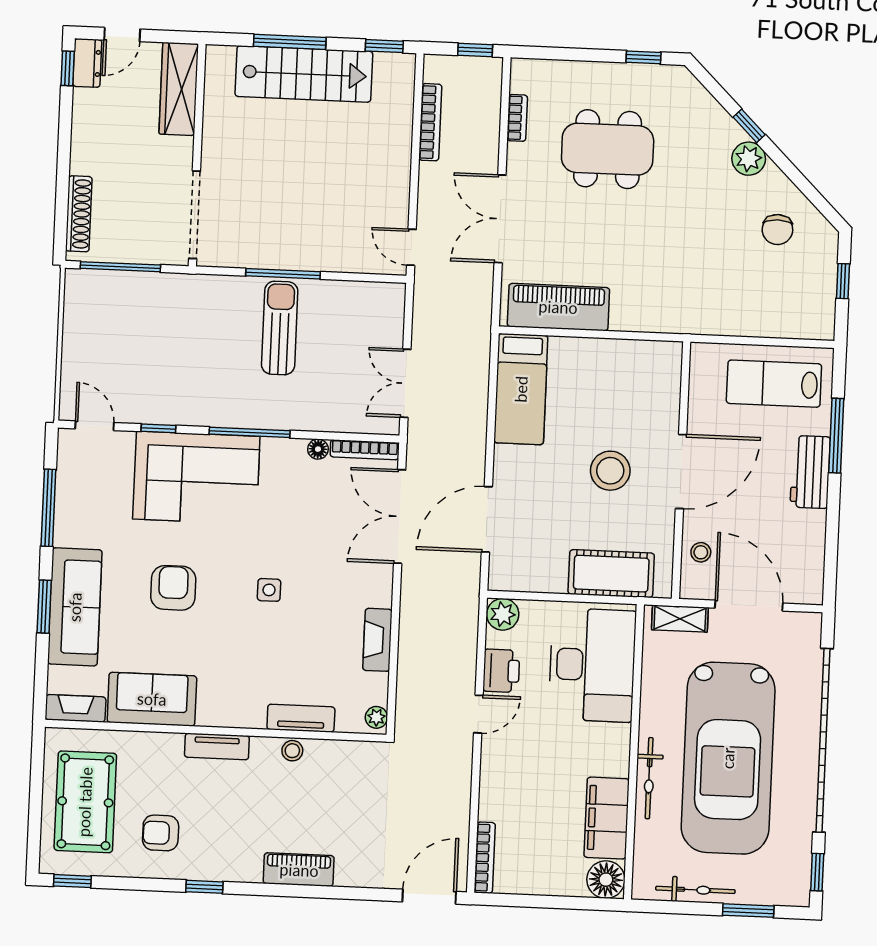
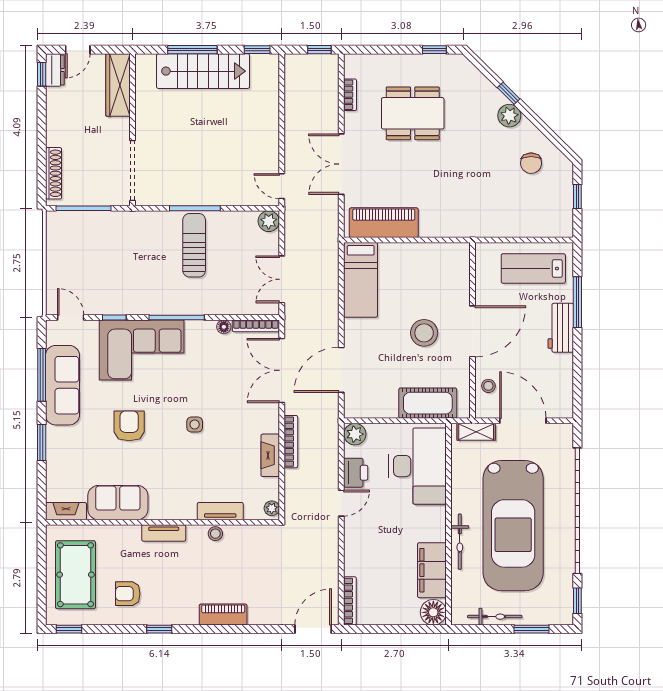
bookcase: (430, 122) -> (291, 442), moved
plant: (390, 297) -> (269, 221), added
sofa: (75, 607) -> (62, 385), moved

